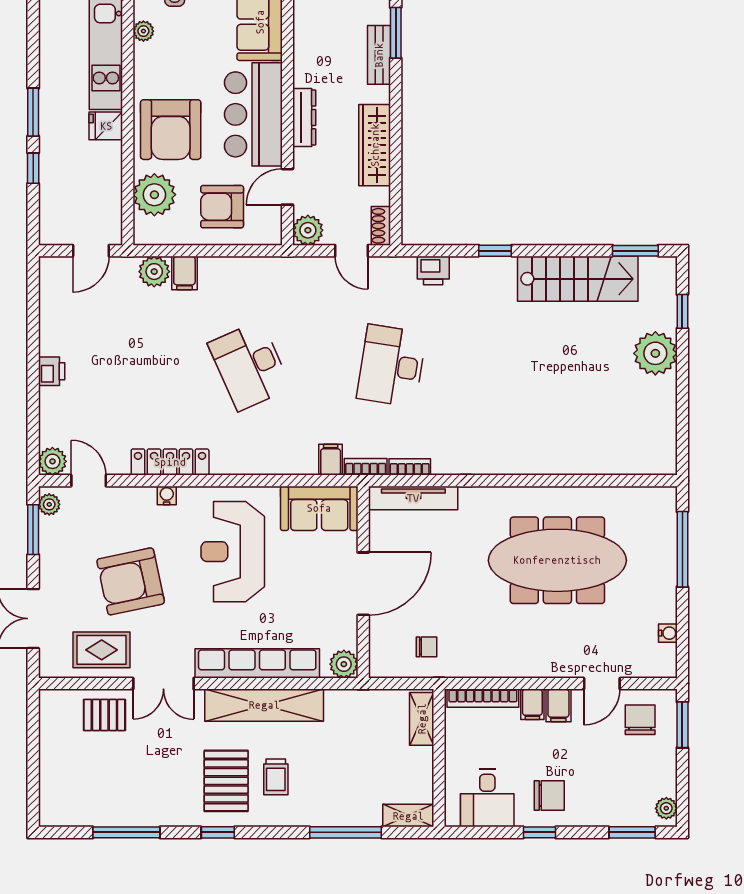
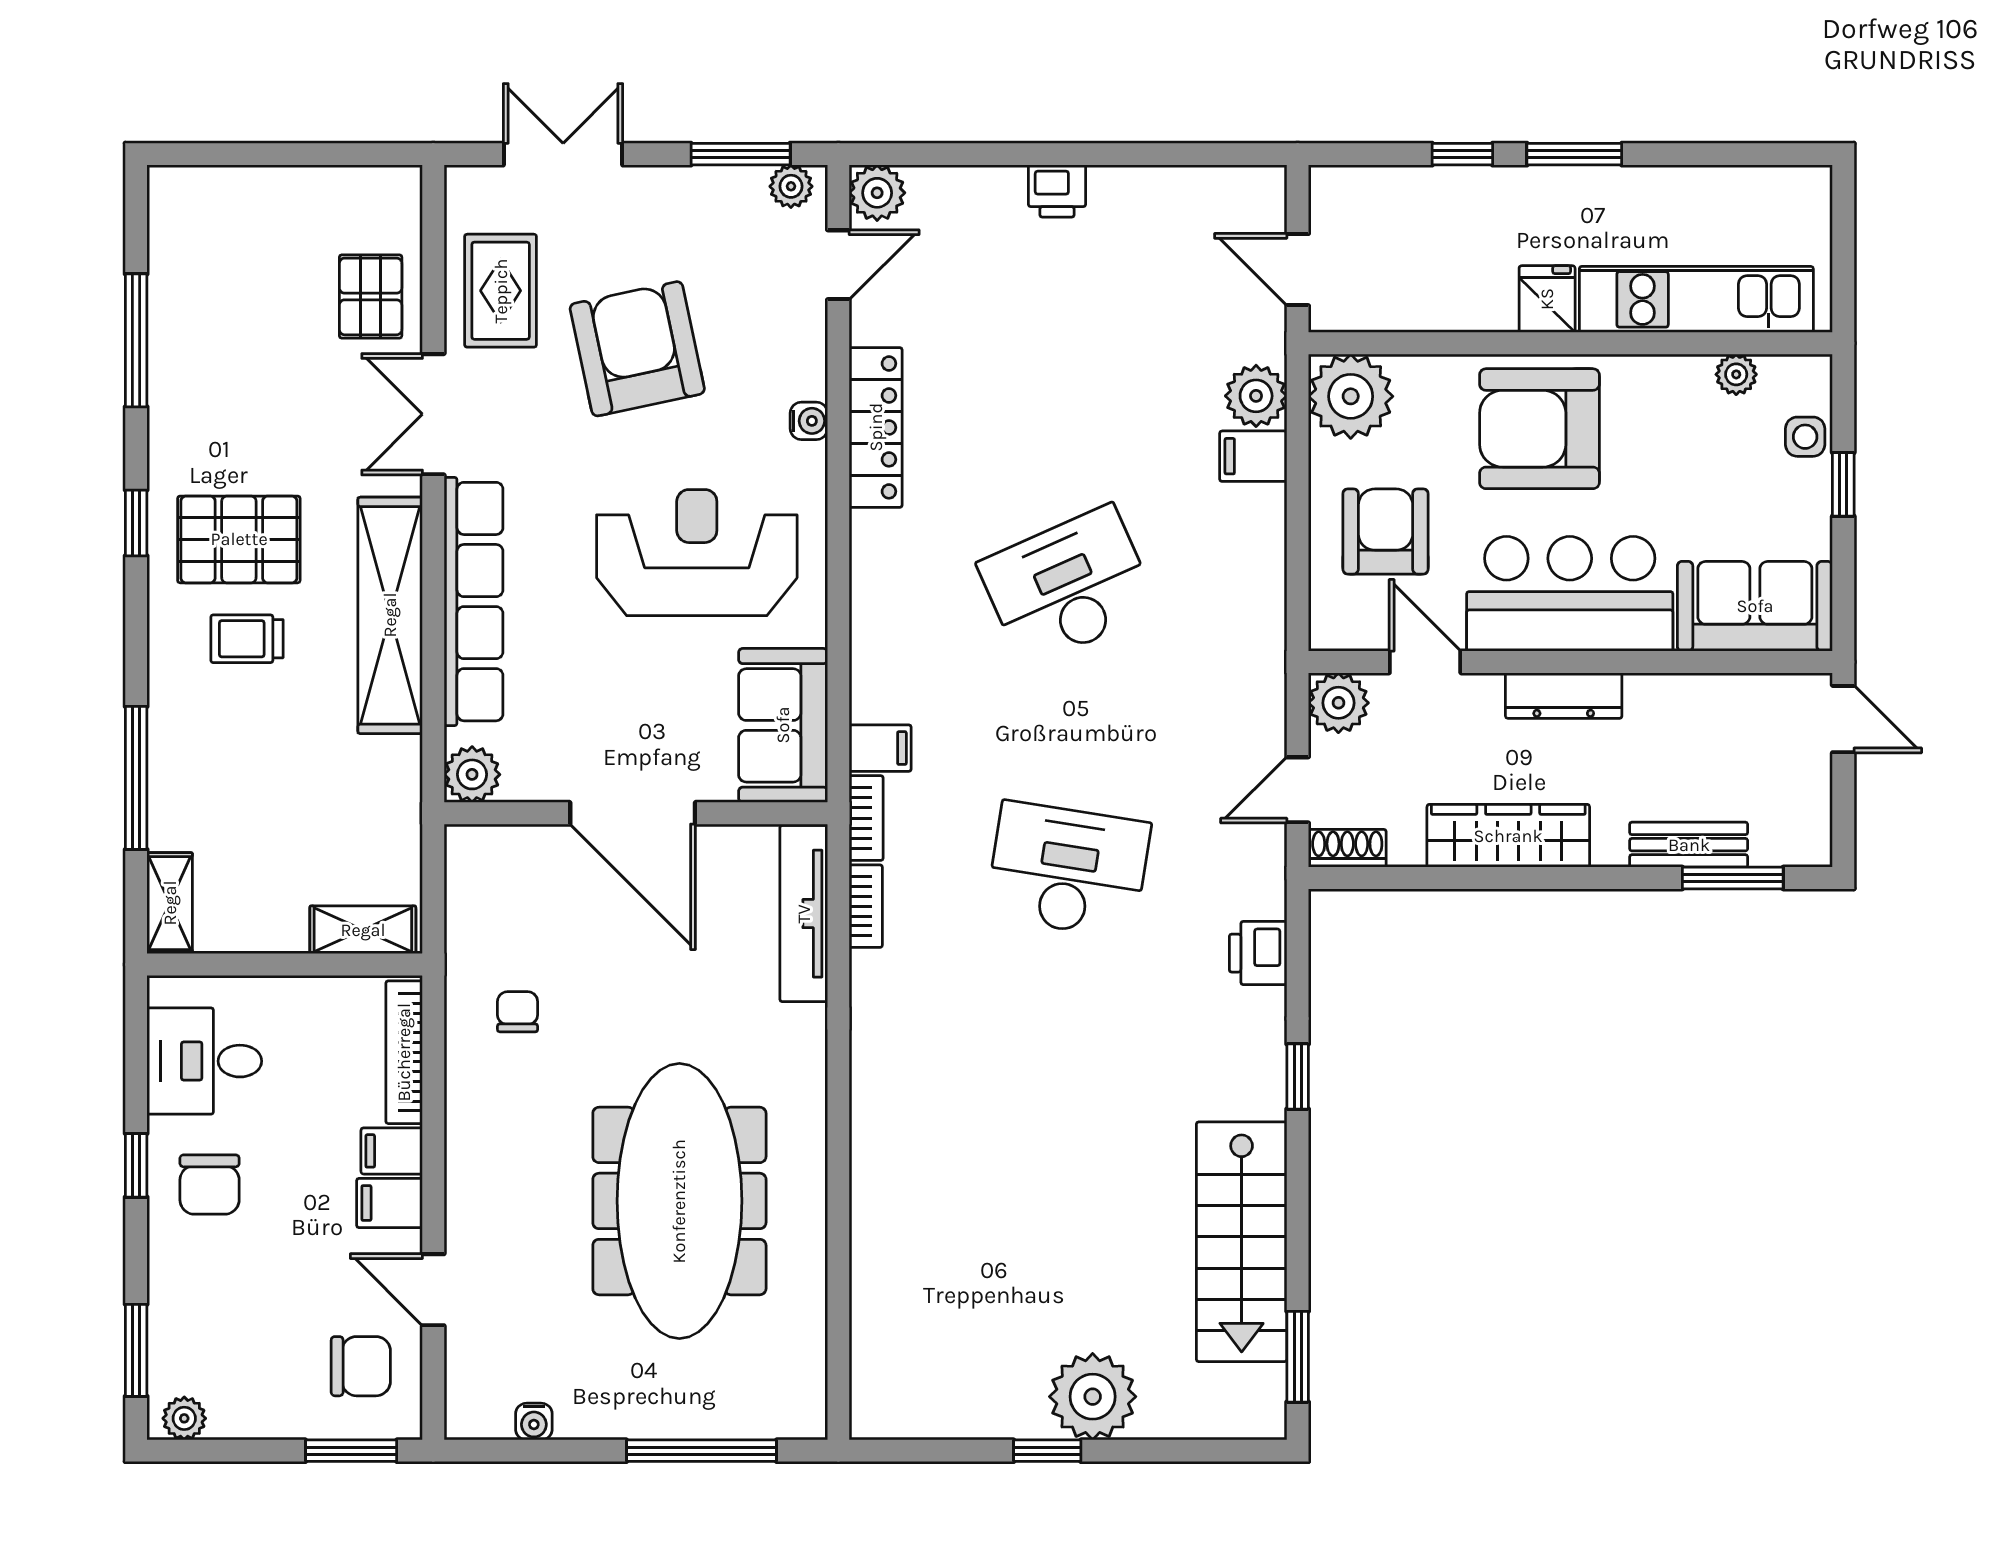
plant: (154, 195) -> (1351, 396), moved
window: (682, 311) -> (1047, 1451), moved
chair: (427, 647) -> (518, 1012), moved, turned 180

